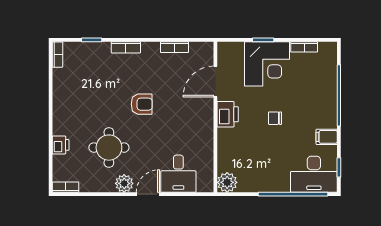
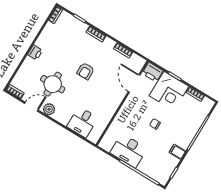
door: (215, 82) -> (134, 83), hinge flipped
armchair: (142, 104) -> (86, 71), turned 90
printer: (228, 114) -> (153, 72), moved, turned 90
printer: (61, 145) -> (35, 53), moved
desk: (314, 174) -> (129, 151), moved
plant: (227, 182) -> (107, 143), removed
door: (148, 194) -> (31, 107), moved

